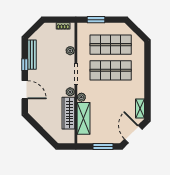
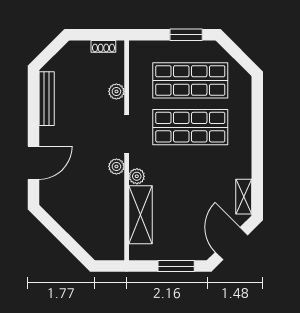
window: (96, 20) -> (186, 35), moved
window: (25, 65) -> (33, 117), removed
door: (25, 90) -> (33, 163), hinge flipped
wardrobe: (68, 113) -> (113, 205), removed

